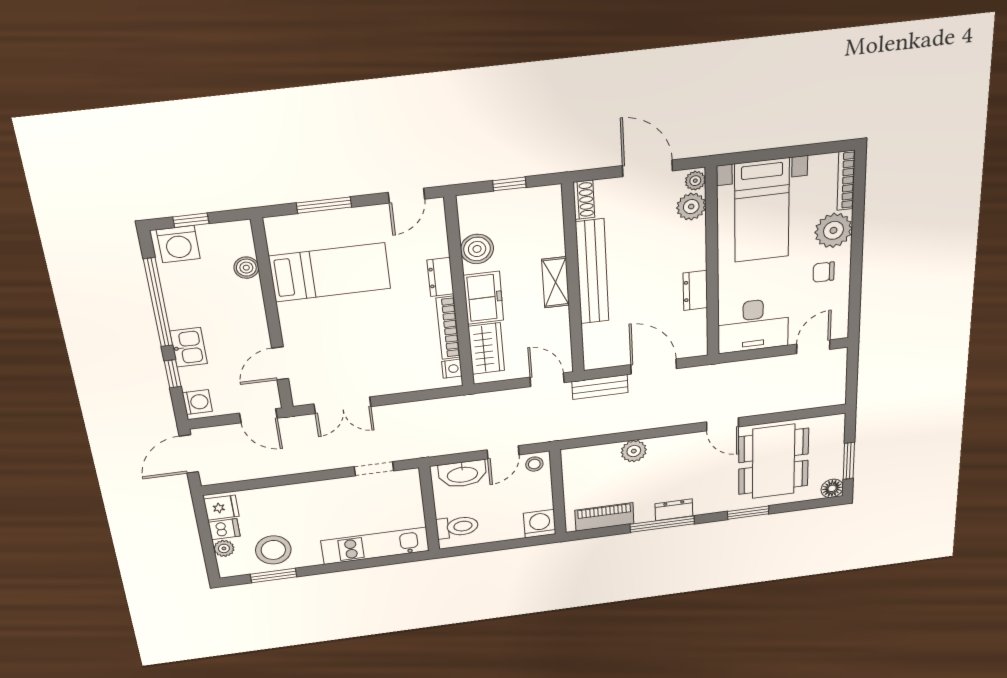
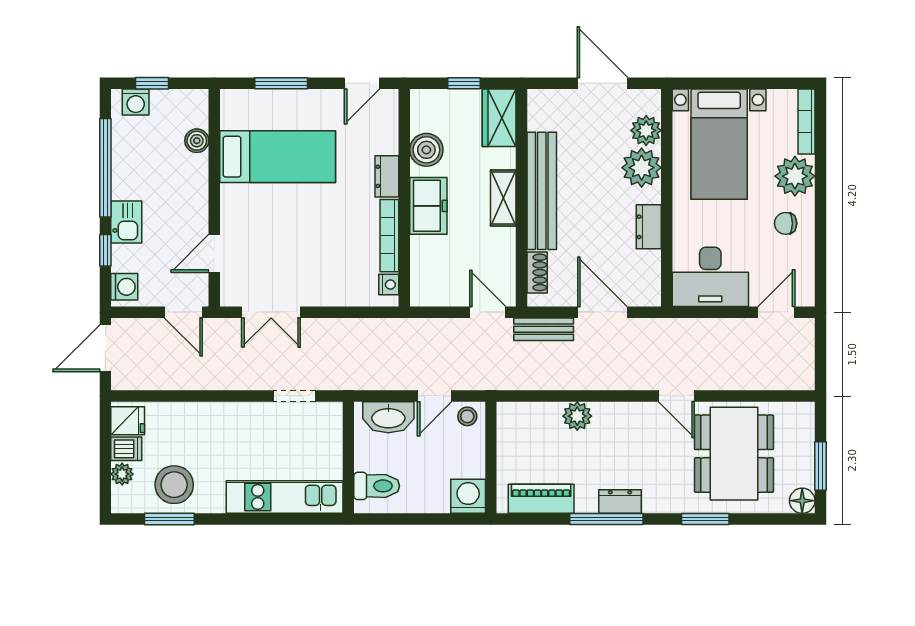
plant: (695, 181) -> (642, 168), moved, width x1.87, depth x1.87
shoe rack: (584, 200) -> (537, 272), moved
washing machine: (178, 244) -> (136, 102), width x0.73, depth x0.73
wardrobe: (486, 349) -> (499, 118), moved, turned 180

